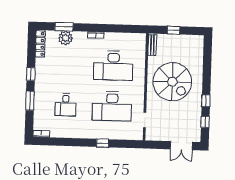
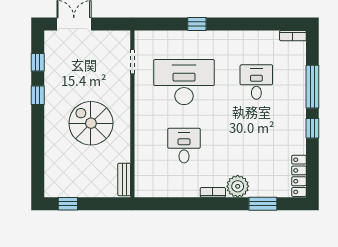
window: (173, 30) -> (68, 204), moved
plant: (65, 38) -> (238, 186), moved
desk: (113, 66) -> (184, 146), width x0.53, depth x0.77
spiral stairs: (172, 82) -> (91, 123), width x0.73, depth x0.73
window: (30, 101) -> (312, 87), width x1.44

